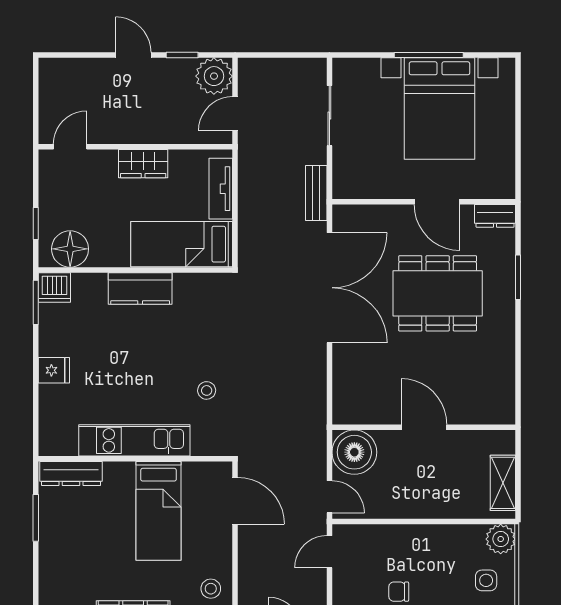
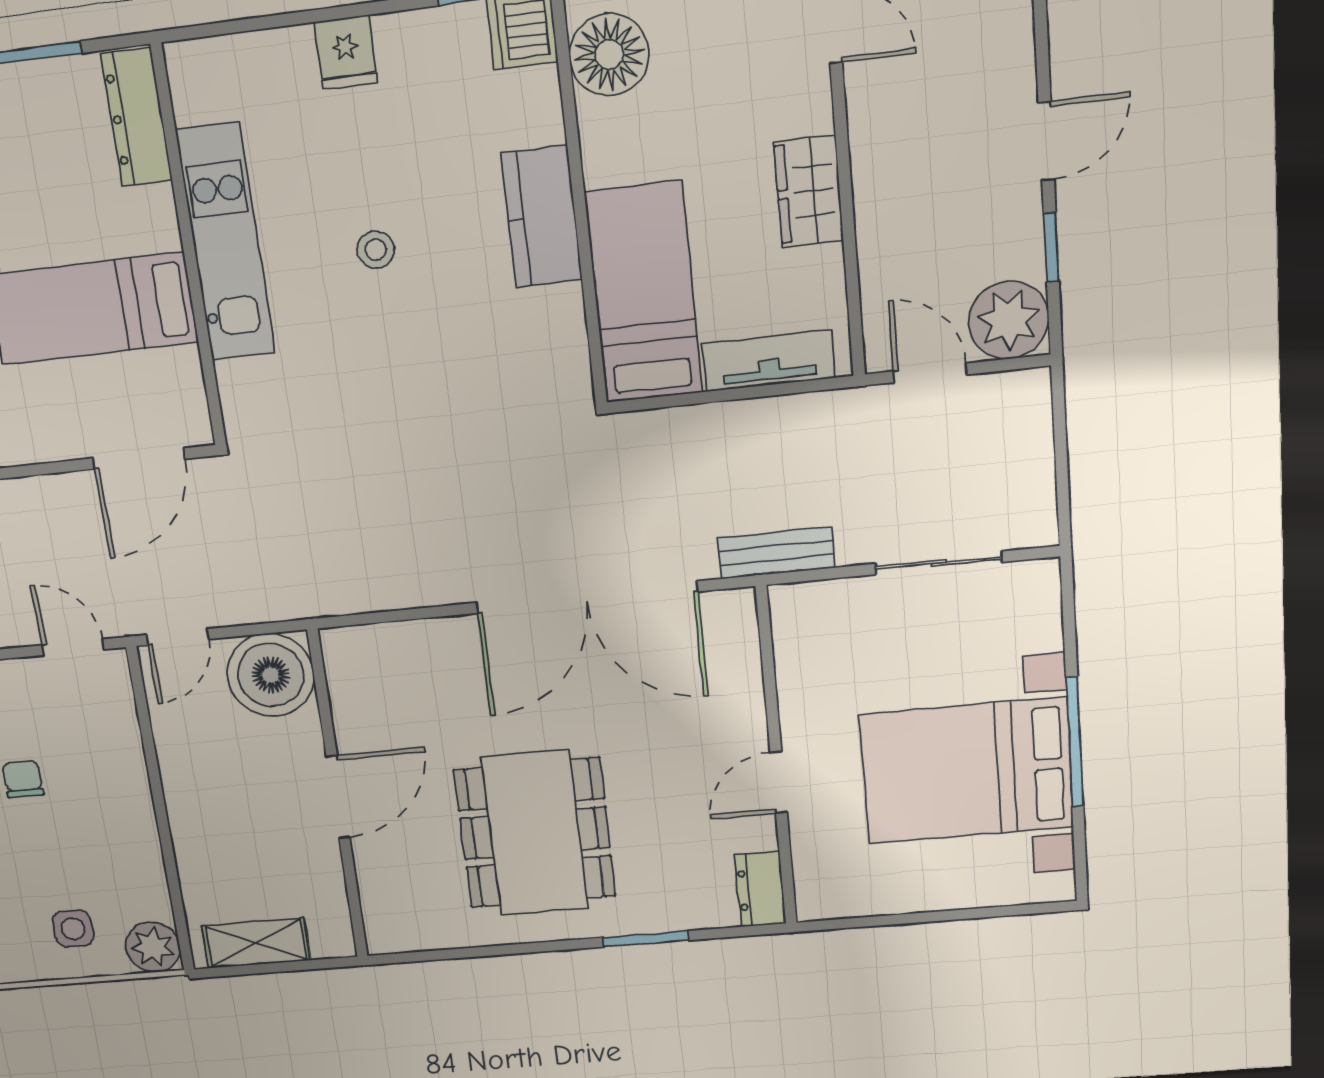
door: (437, 202) -> (779, 782), width x0.73
dining table: (438, 293) -> (535, 833), moved
stool: (207, 390) -> (376, 250), moved

